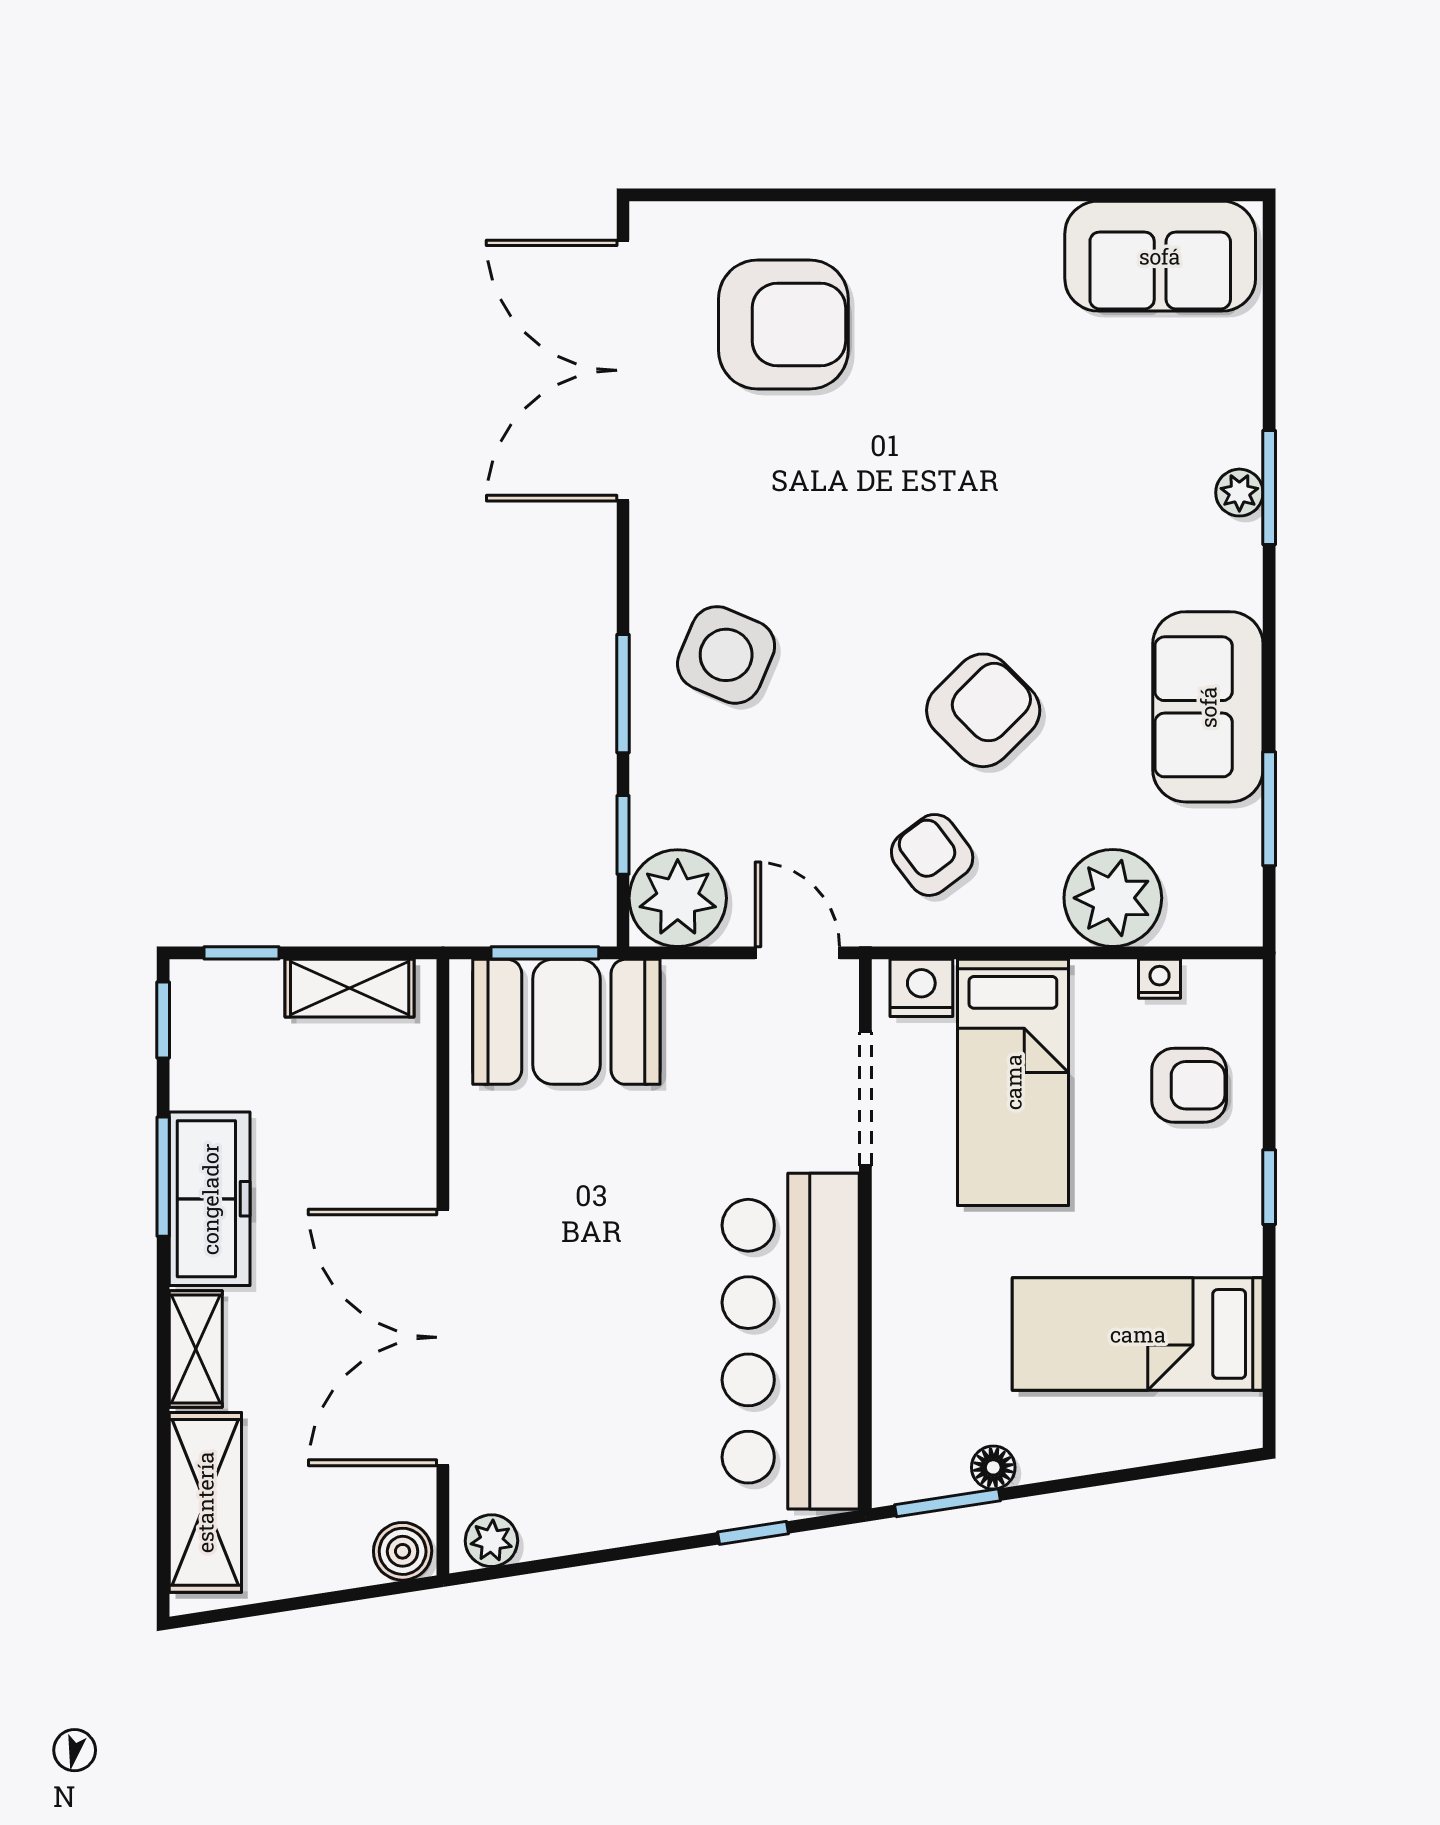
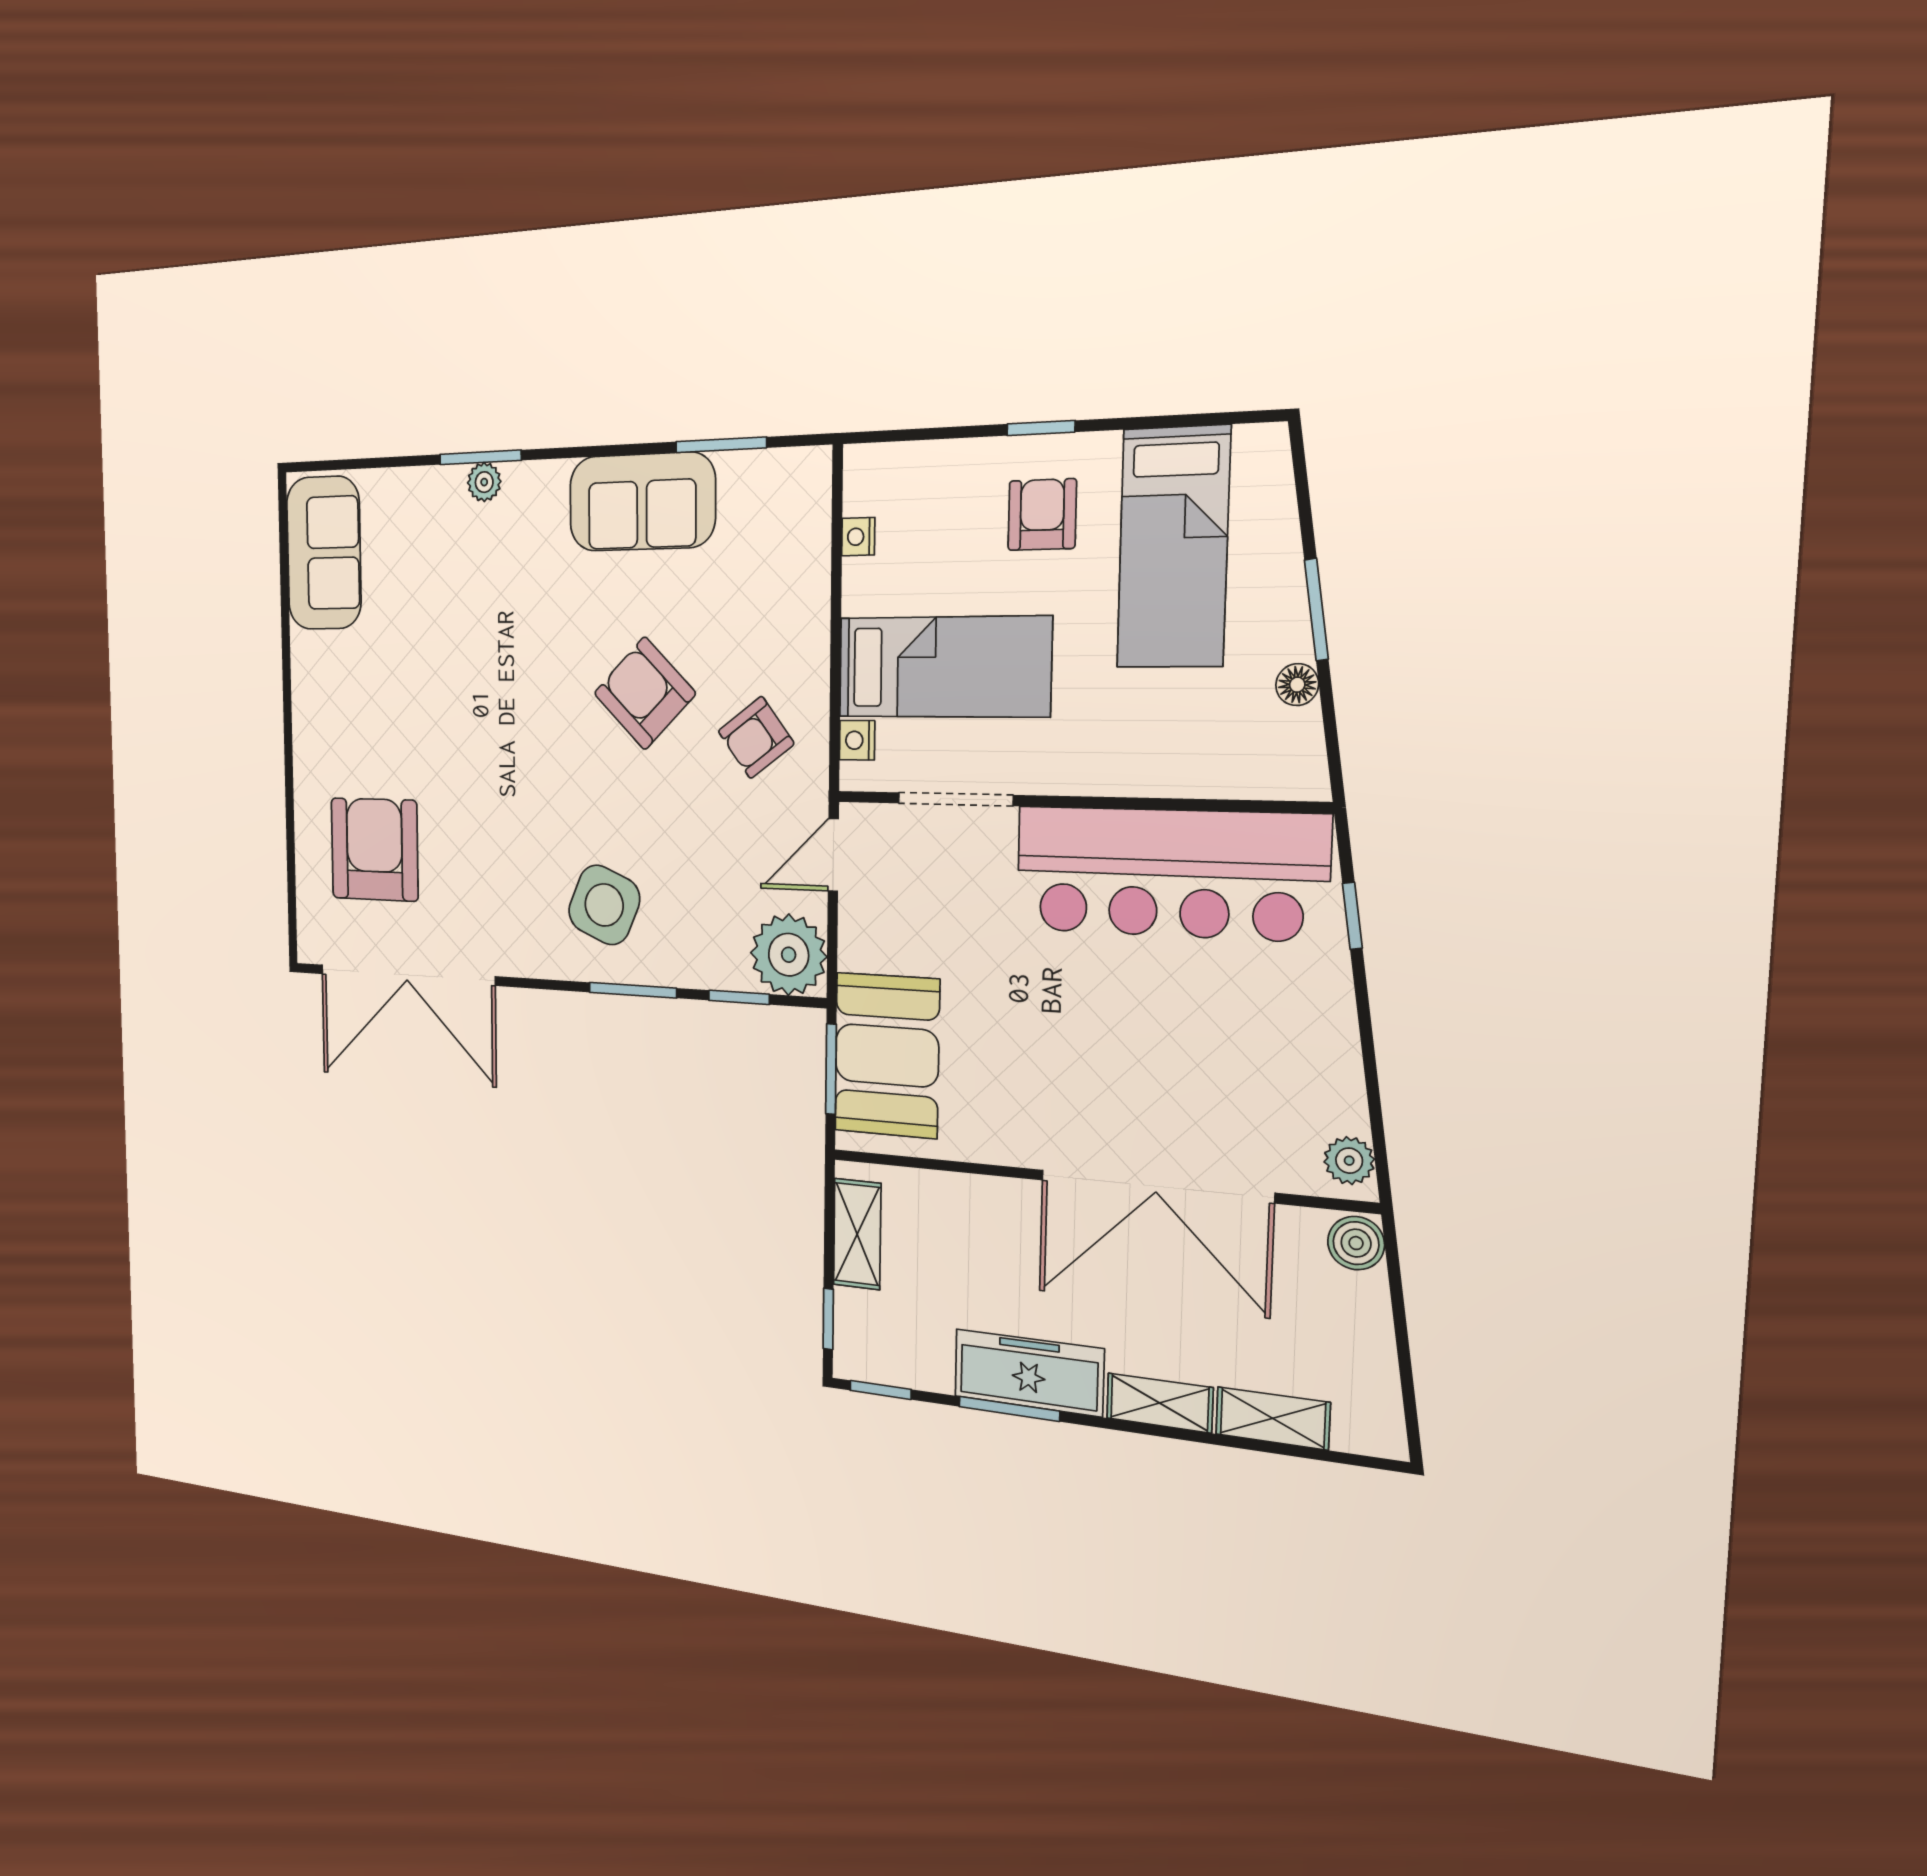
plant: (1113, 898) -> (792, 580), removed
nightstand: (921, 988) -> (857, 740), width x0.72, depth x0.74
armchair: (1189, 1085) -> (1042, 515), moved
shelving: (205, 1502) -> (1273, 1418), width x0.67, depth x0.75
window: (948, 1503) -> (1316, 610), moved

